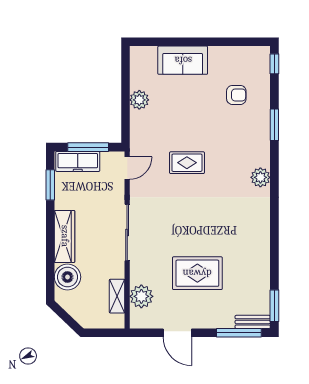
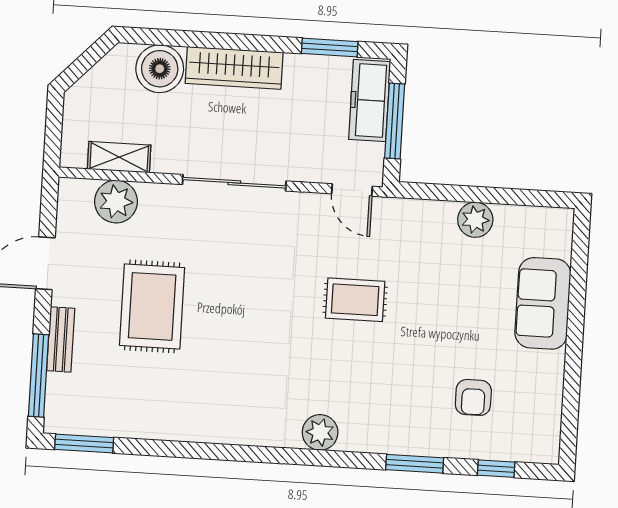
window: (274, 64) -> (496, 469), moved
rug: (187, 163) -> (355, 300), turned 90
bench: (253, 322) -> (61, 339), moved

